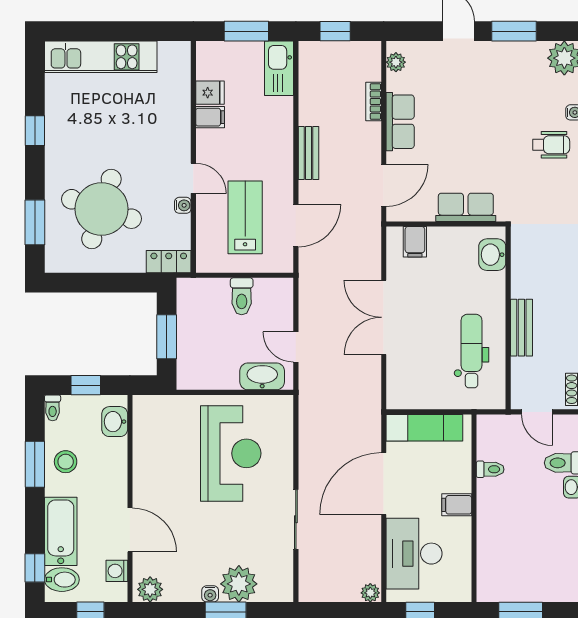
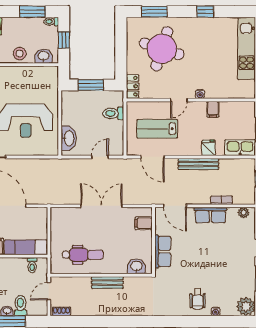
fridge: (210, 93) -> (209, 148), moved, turned 180
bench: (308, 153) -> (198, 164), width x1.36
water cooler: (183, 205) -> (200, 94), moved
lab bench: (245, 217) -> (157, 129), turned 180
toilet: (242, 296) -> (113, 113), moved
bench: (521, 328) -> (107, 283), moved
door: (296, 347) -> (100, 157), moved
exam couch: (424, 428) -> (26, 247), moved, turned 90
stool: (66, 462) -> (20, 54), moved
window: (35, 464) -> (33, 12), moved
toilet: (490, 469) -> (32, 265), moved

